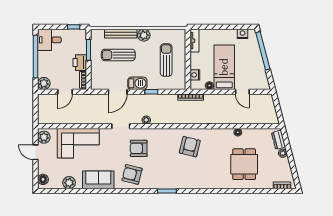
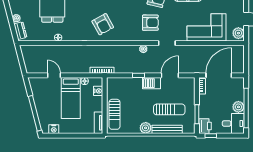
sun lounger: (166, 60) -> (115, 114), moved
printer: (80, 63) -> (205, 126), moved
plant: (44, 83) -> (238, 107), moved
door: (65, 92) -> (219, 75), width x1.88
armchair: (190, 147) -> (103, 24), turned -43

